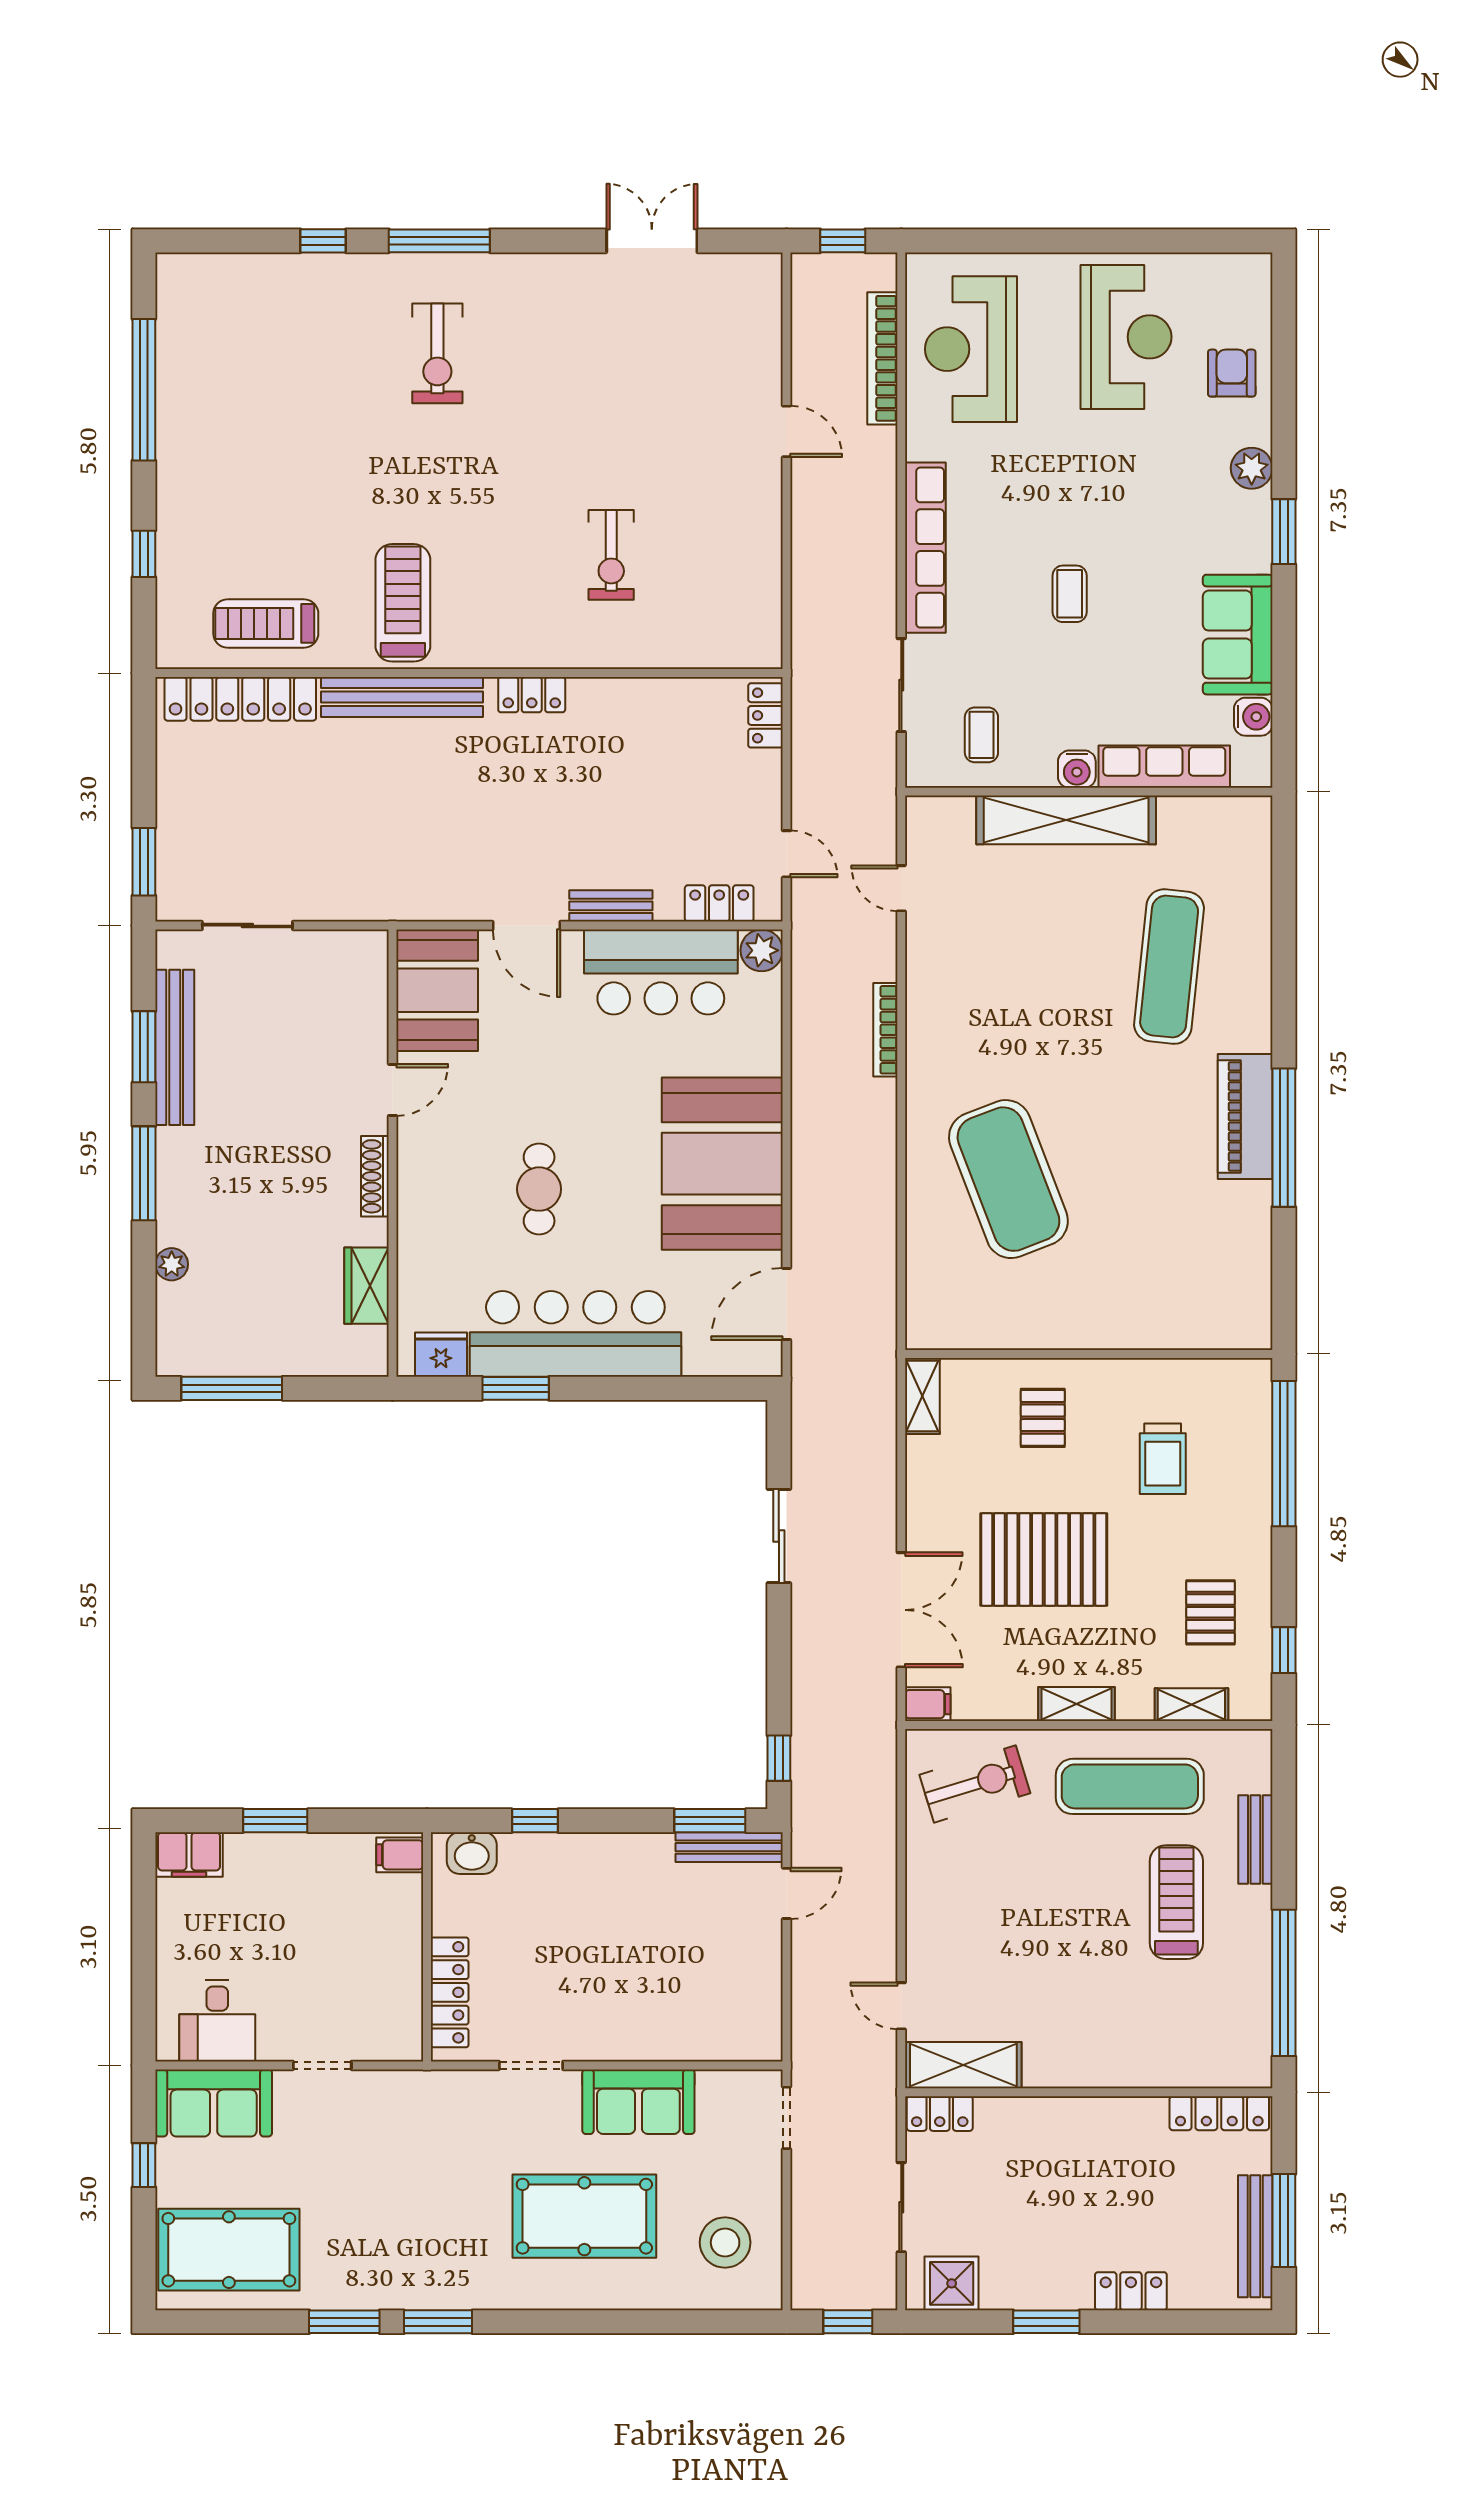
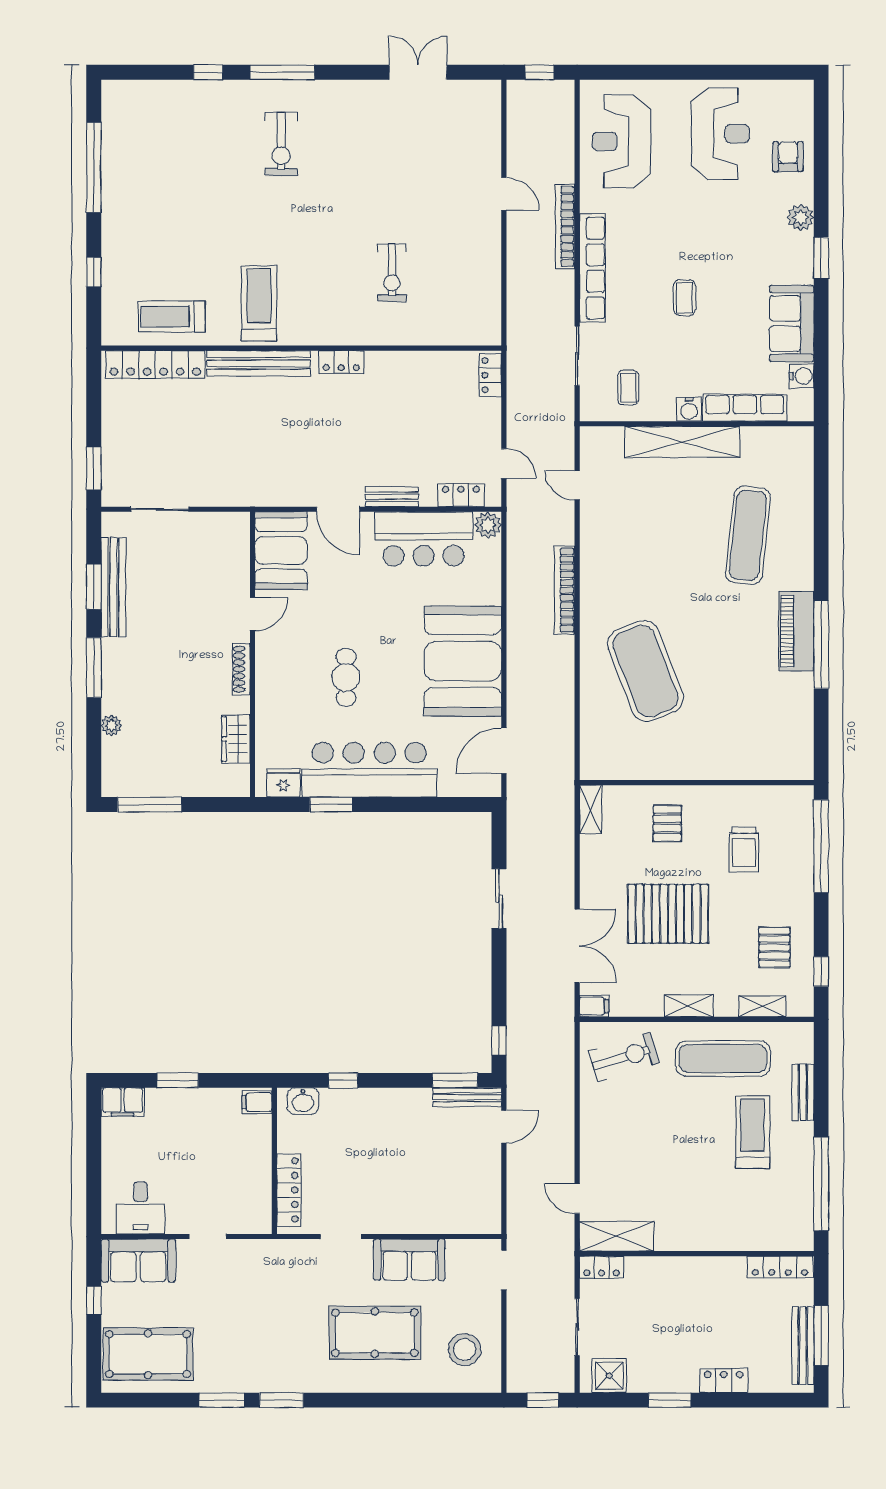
bookcase: (882, 358) -> (565, 227), moved
bookcase: (885, 1030) -> (565, 590), width x1.48, depth x1.31

